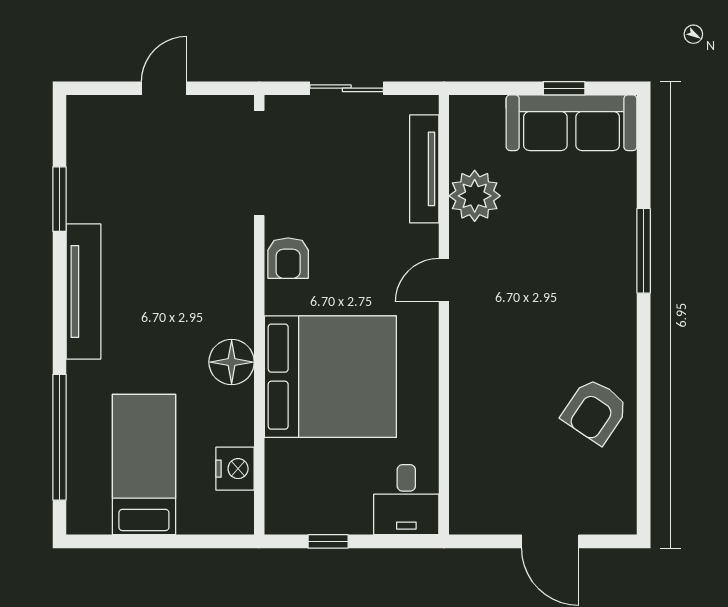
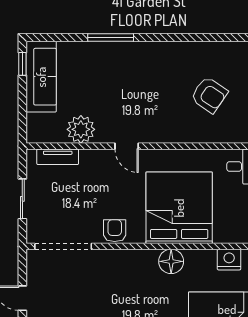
window: (564, 88) -> (22, 64), moved
tv unit: (424, 169) -> (58, 157), width x0.71
armchair: (288, 258) -> (115, 231), turned -90
armchair: (595, 411) -> (209, 95), moved

